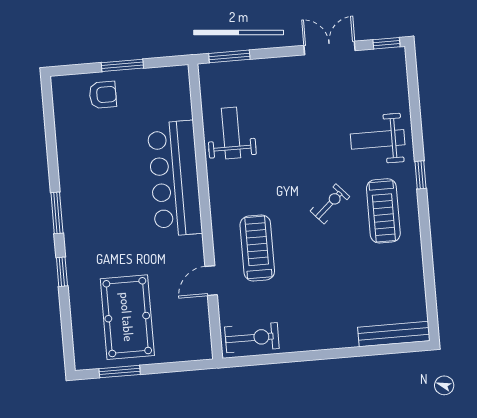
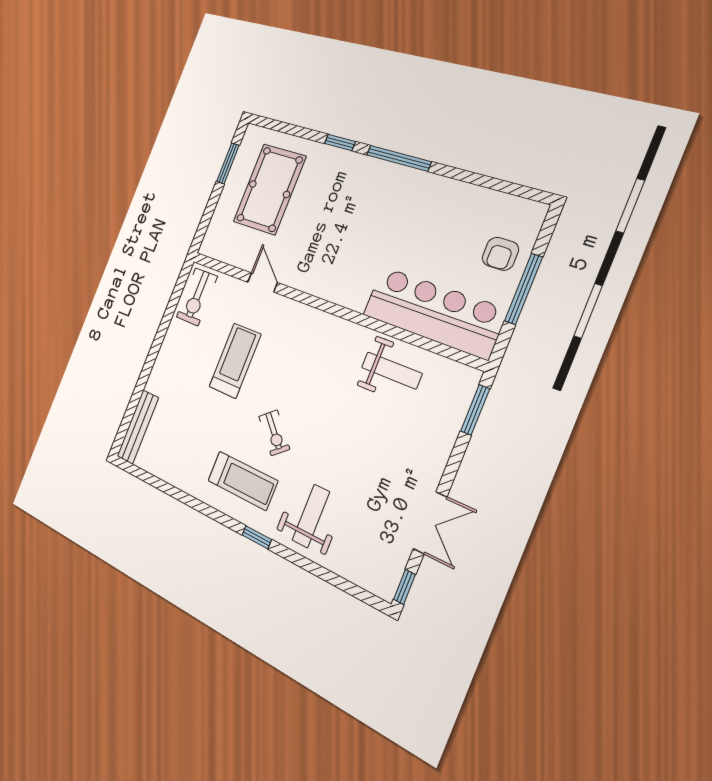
window: (122, 65) -> (524, 289), width x1.44
bar counter: (175, 178) -> (434, 312), moved
treadmill: (383, 211) -> (243, 481), turned 180
window: (57, 213) -> (399, 158), width x1.44
treadmill: (257, 248) -> (235, 361), moved, turned -90
pool table: (127, 317) -> (269, 189), turned 90

